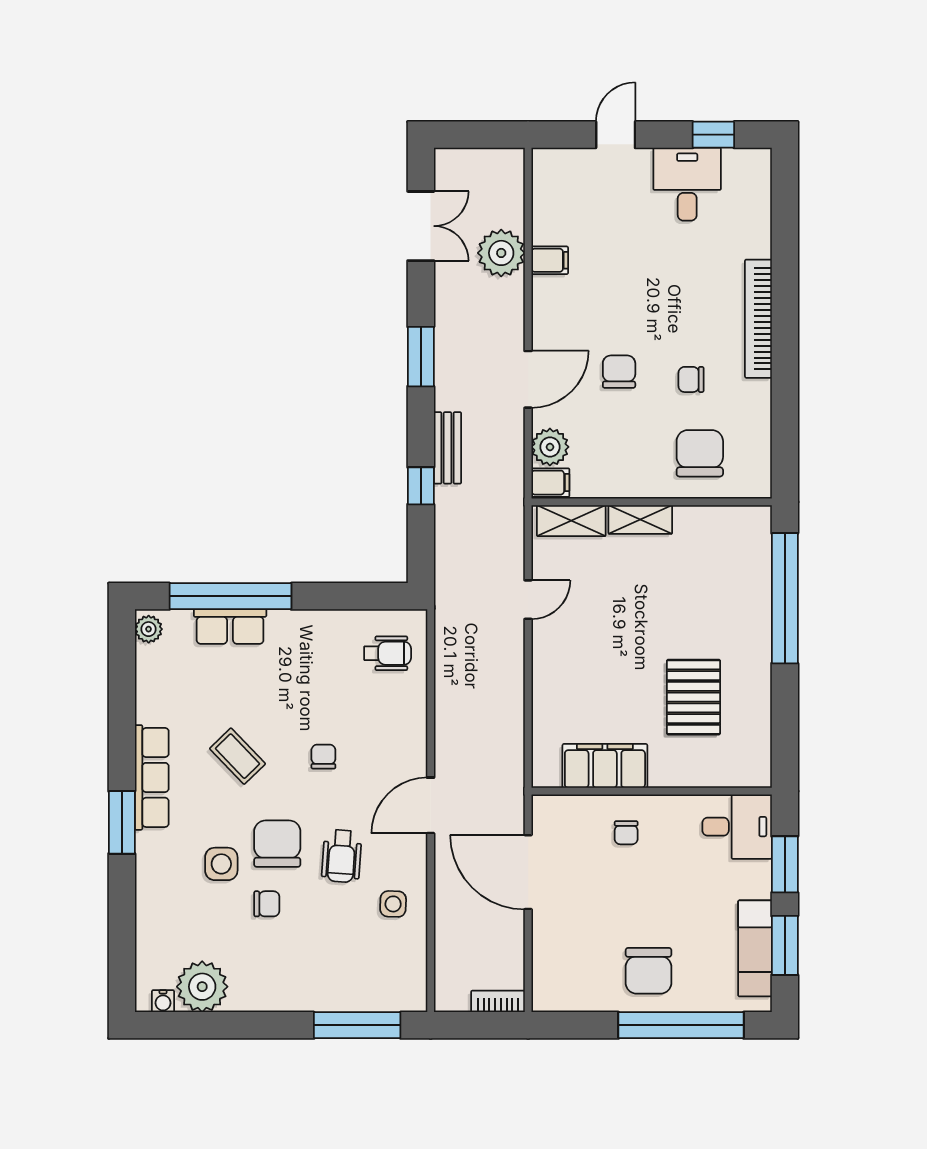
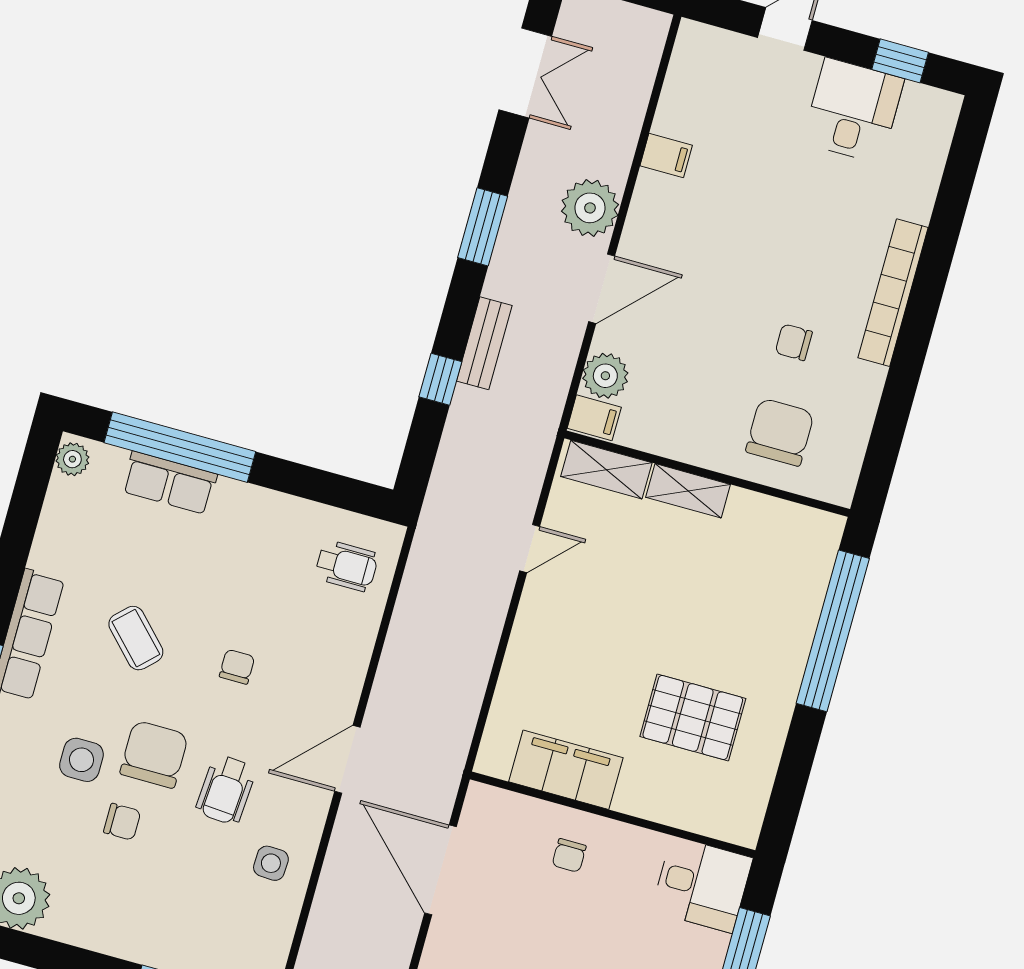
plant: (501, 253) -> (590, 208), moved
chair: (619, 372) -> (711, 309), removed
pallet: (693, 697) -> (693, 718), turned 90

